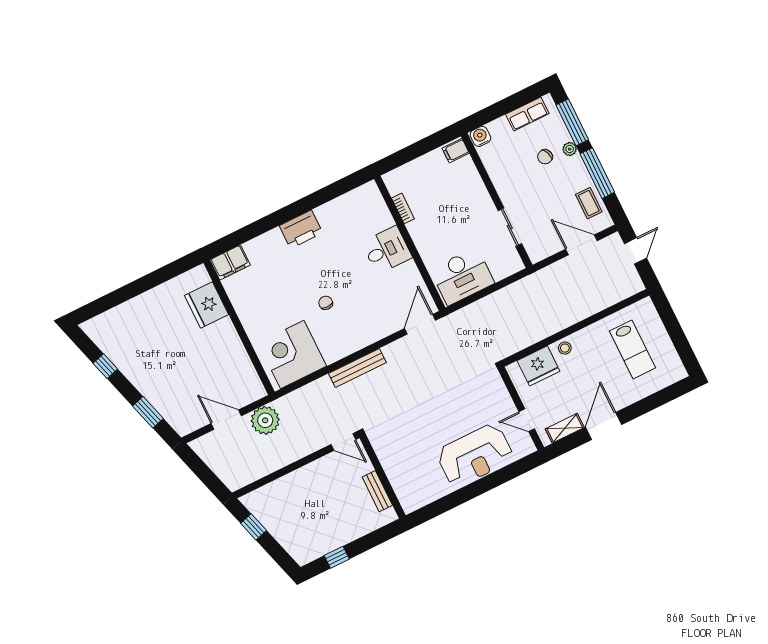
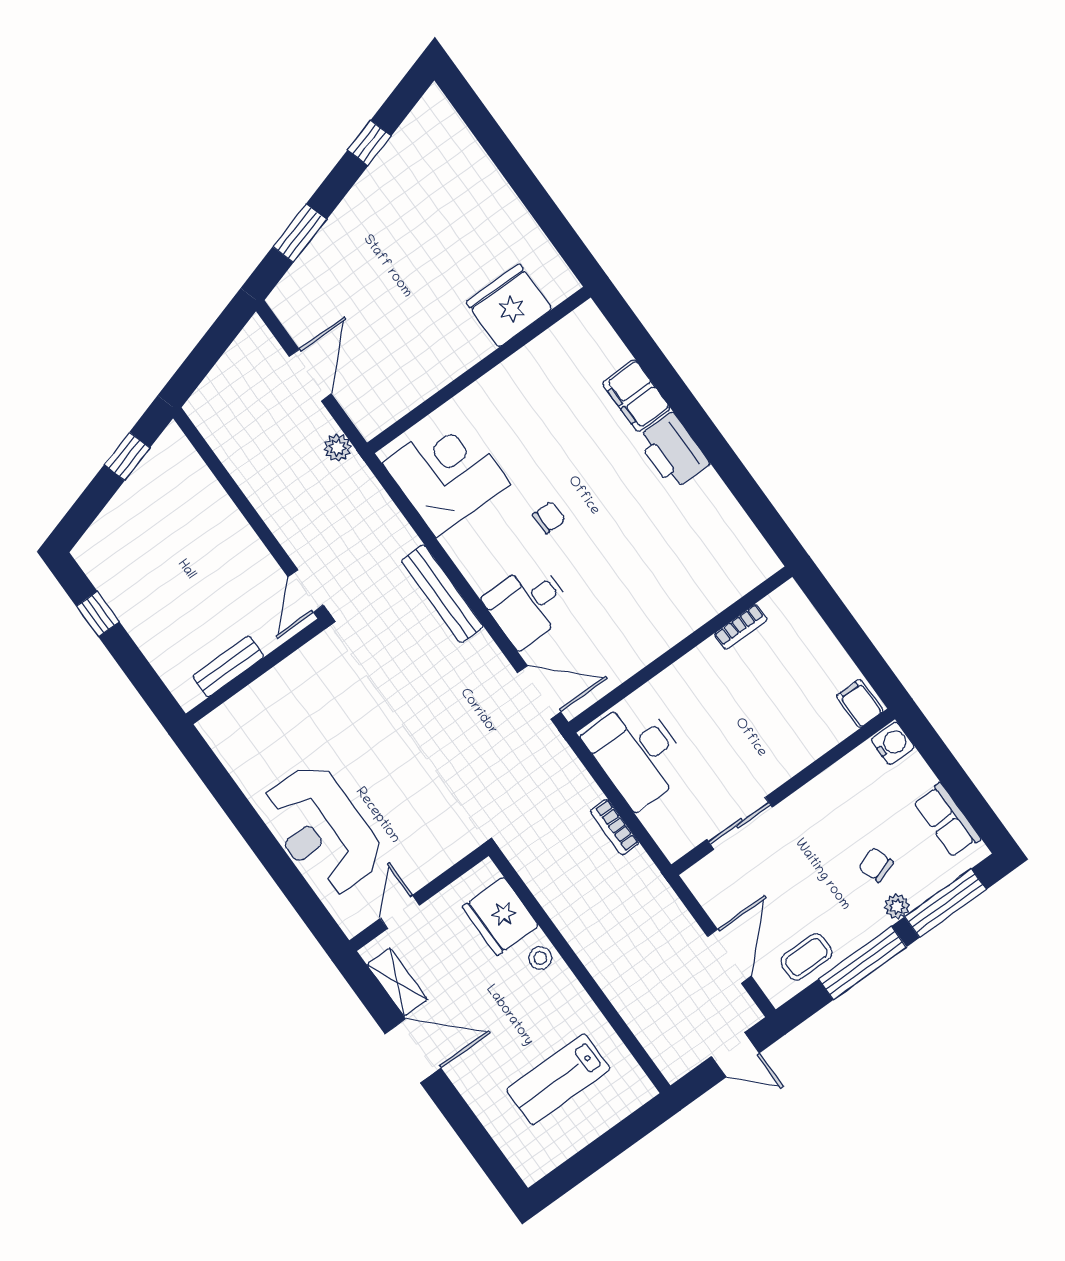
desk: (387, 250) -> (528, 604), moved, turned 90
filing cabinet: (230, 262) -> (636, 396), moved
bookcase: (500, 296) -> (615, 827), added
plant: (265, 420) -> (338, 448), width x0.53, depth x0.53

